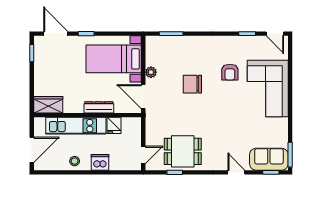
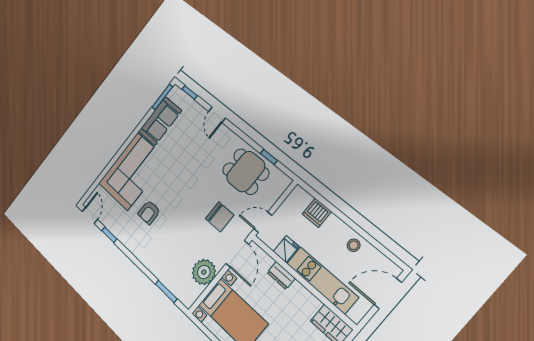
plant: (151, 72) -> (204, 272), width x1.88, depth x1.88
armchair: (230, 72) -> (149, 212), turned 180
chair: (192, 84) -> (220, 217), moved
dresser: (99, 107) -> (281, 276), width x0.70
door: (143, 155) -> (263, 222), moved
sofa: (269, 159) -> (160, 121), moved, turned -90
dishwasher: (100, 162) -> (317, 213), moved

